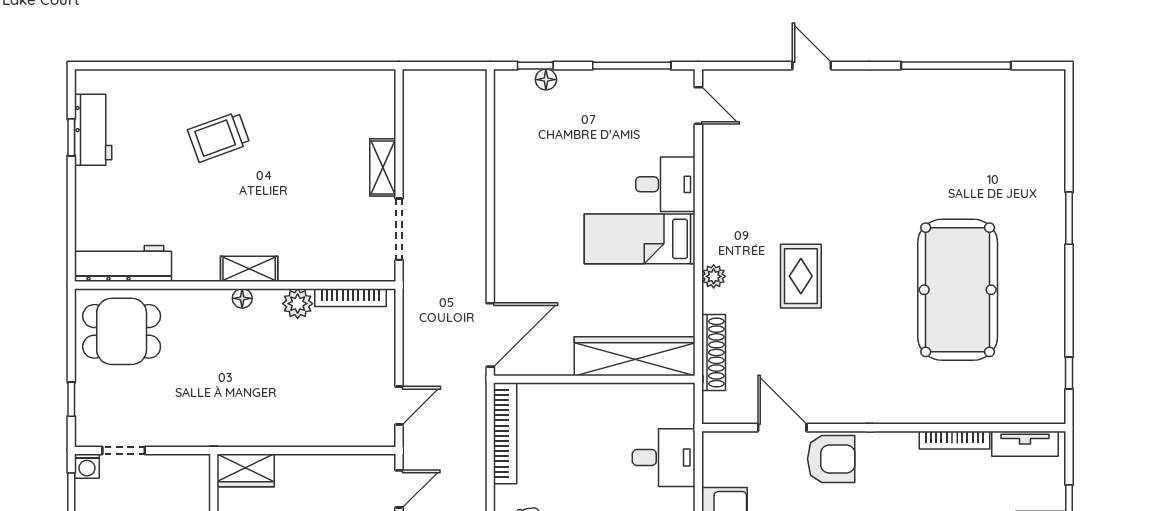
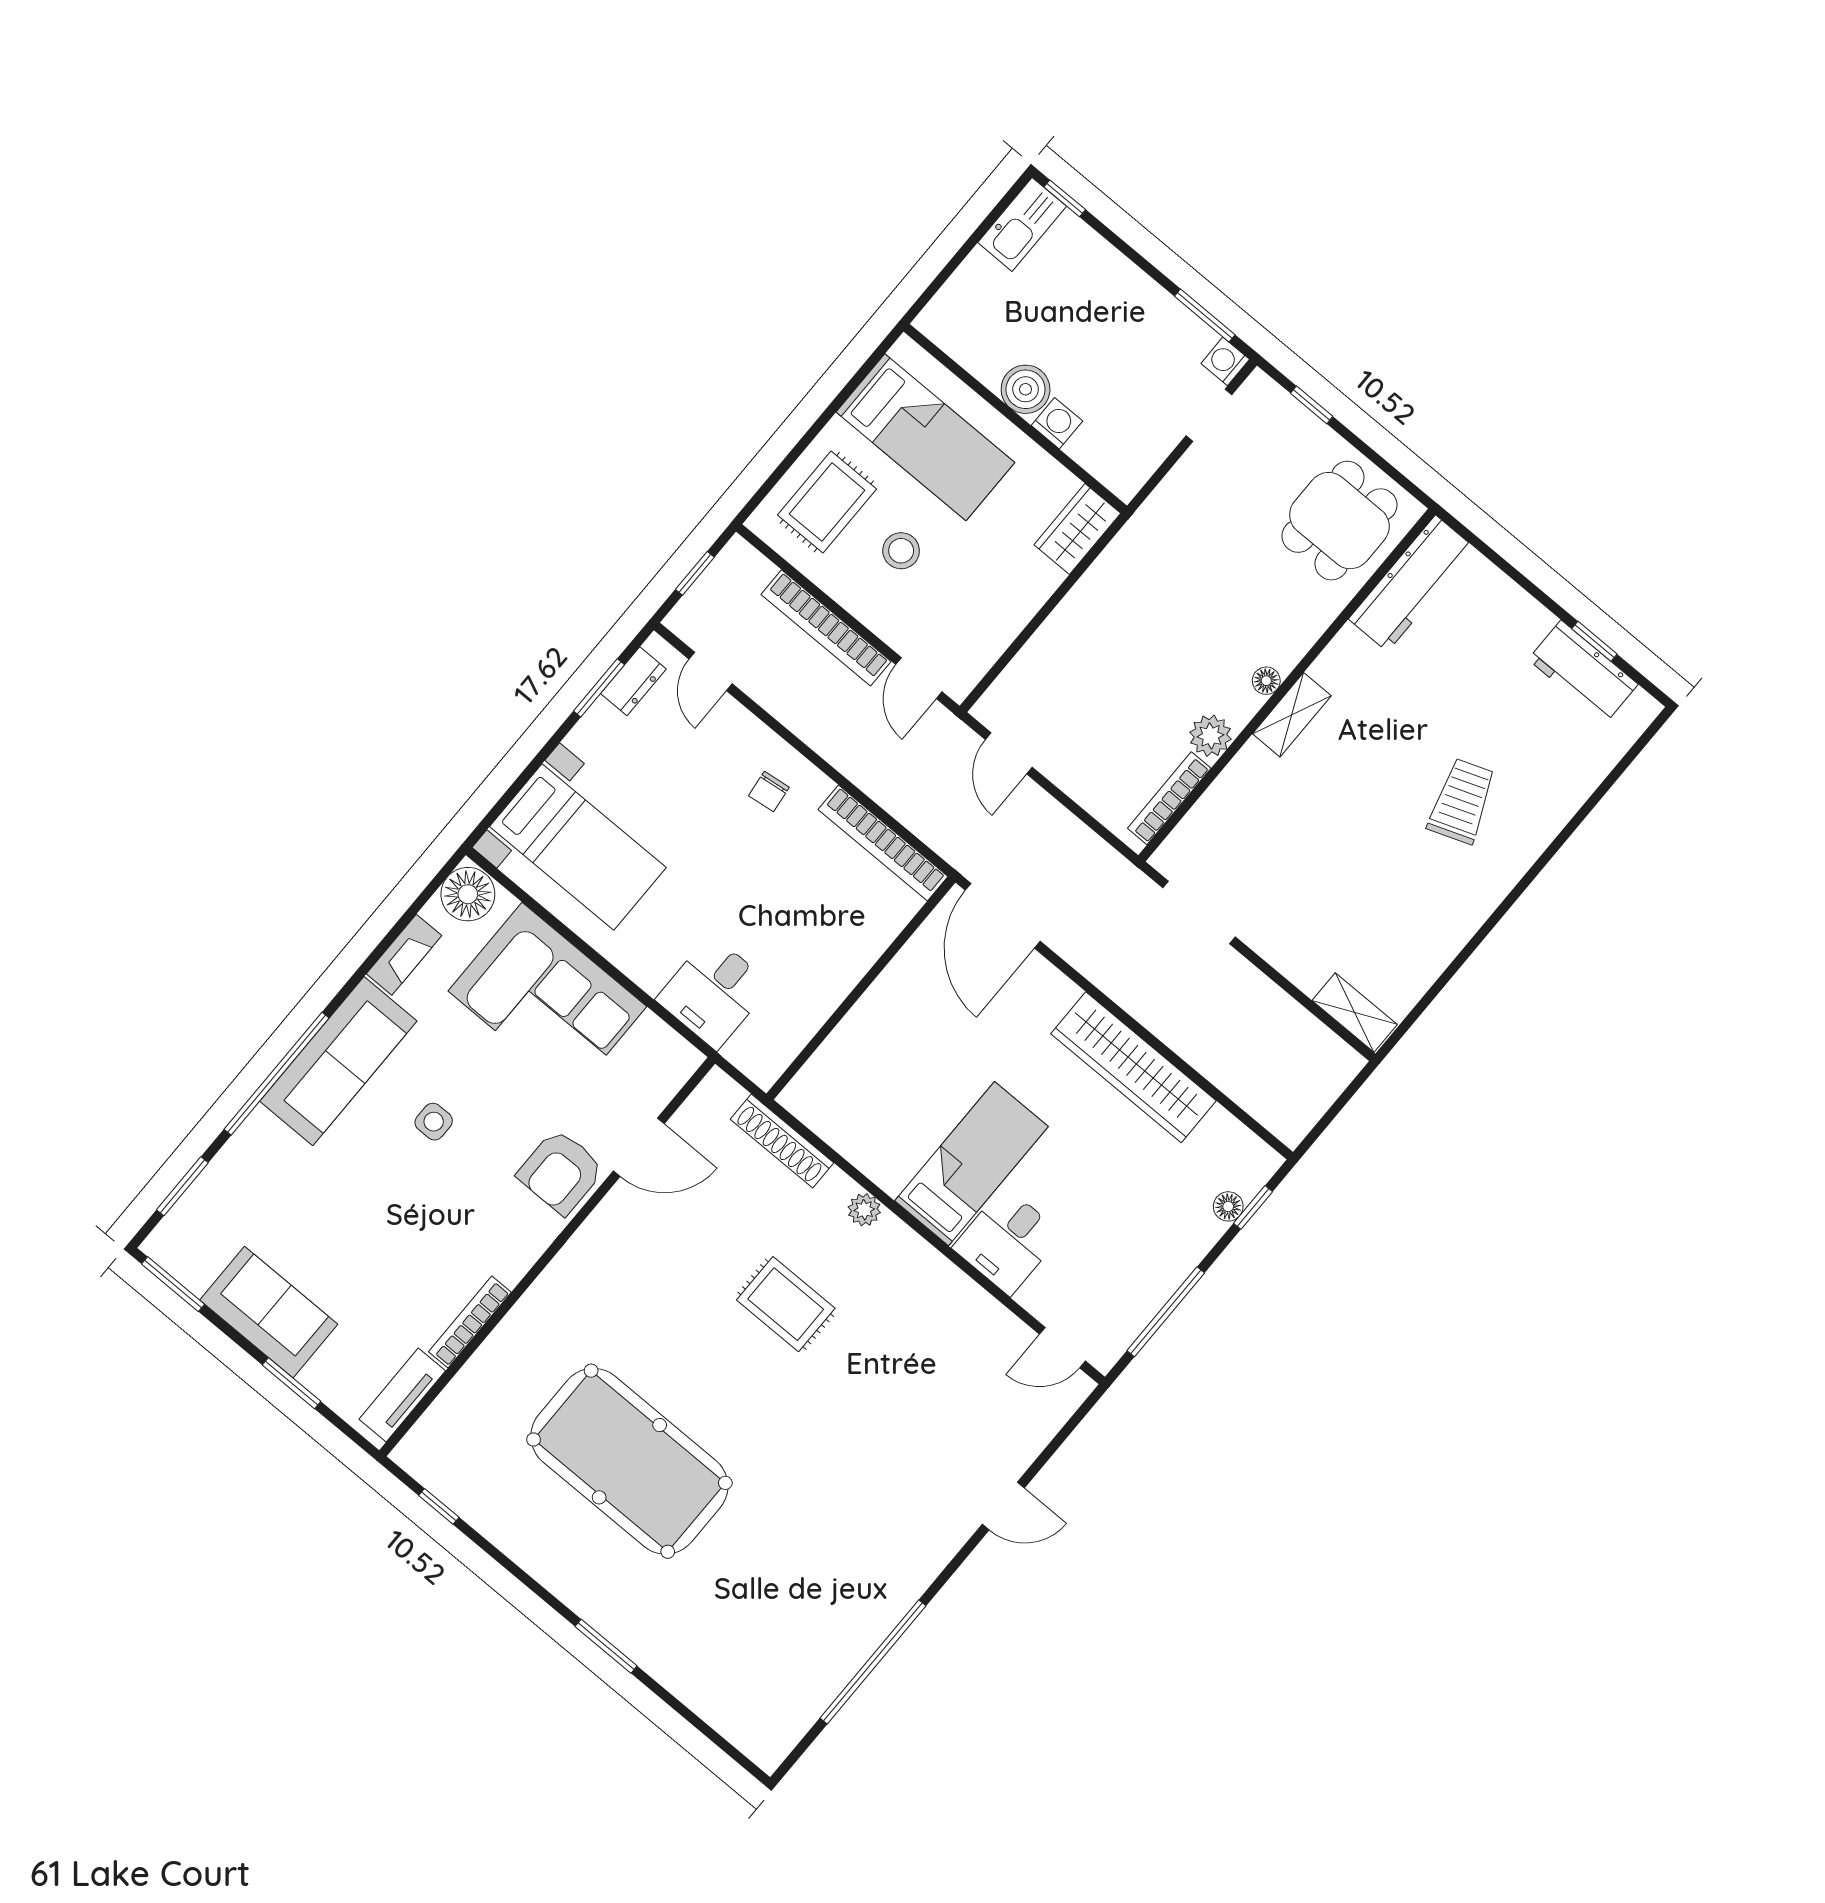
shelving: (383, 167) -> (1355, 1012), moved
wardrobe: (635, 356) -> (1134, 1067), moved, turned 90

